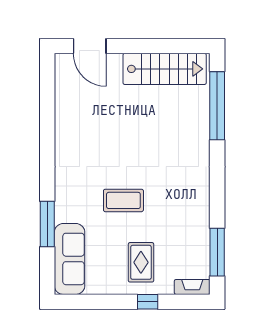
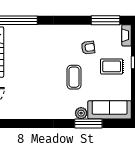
plant: (64, 212) -> (81, 113), added
armchair: (172, 224) -> (88, 48), added

